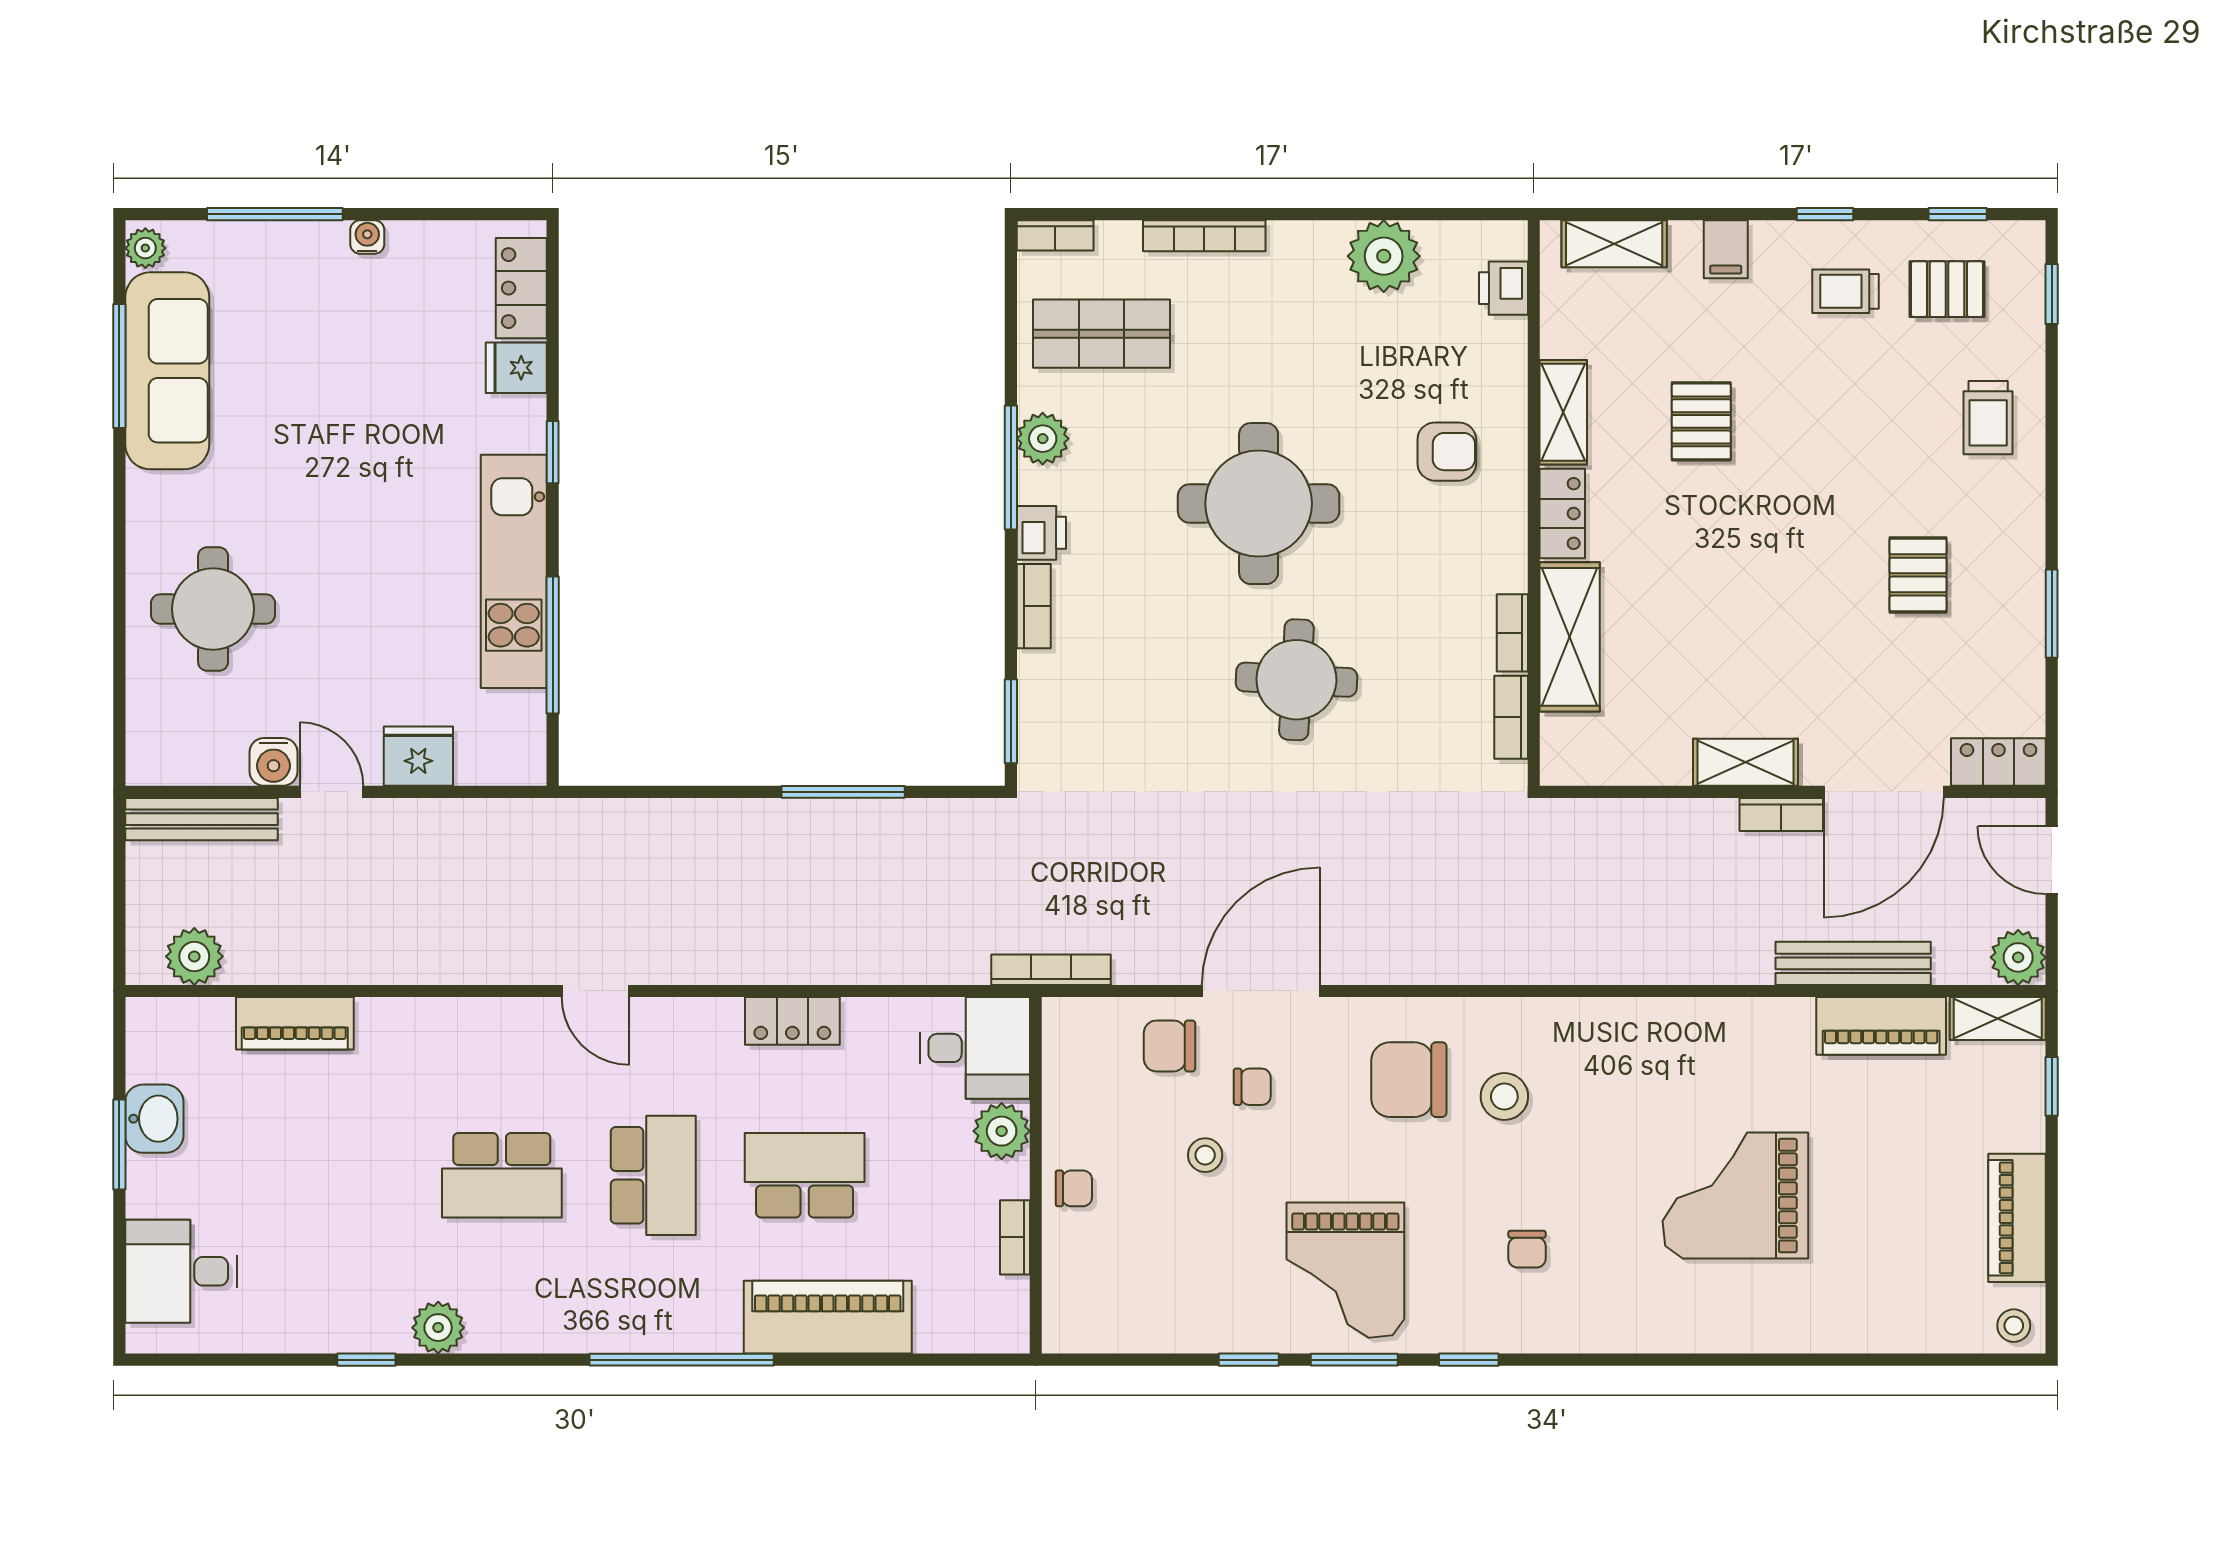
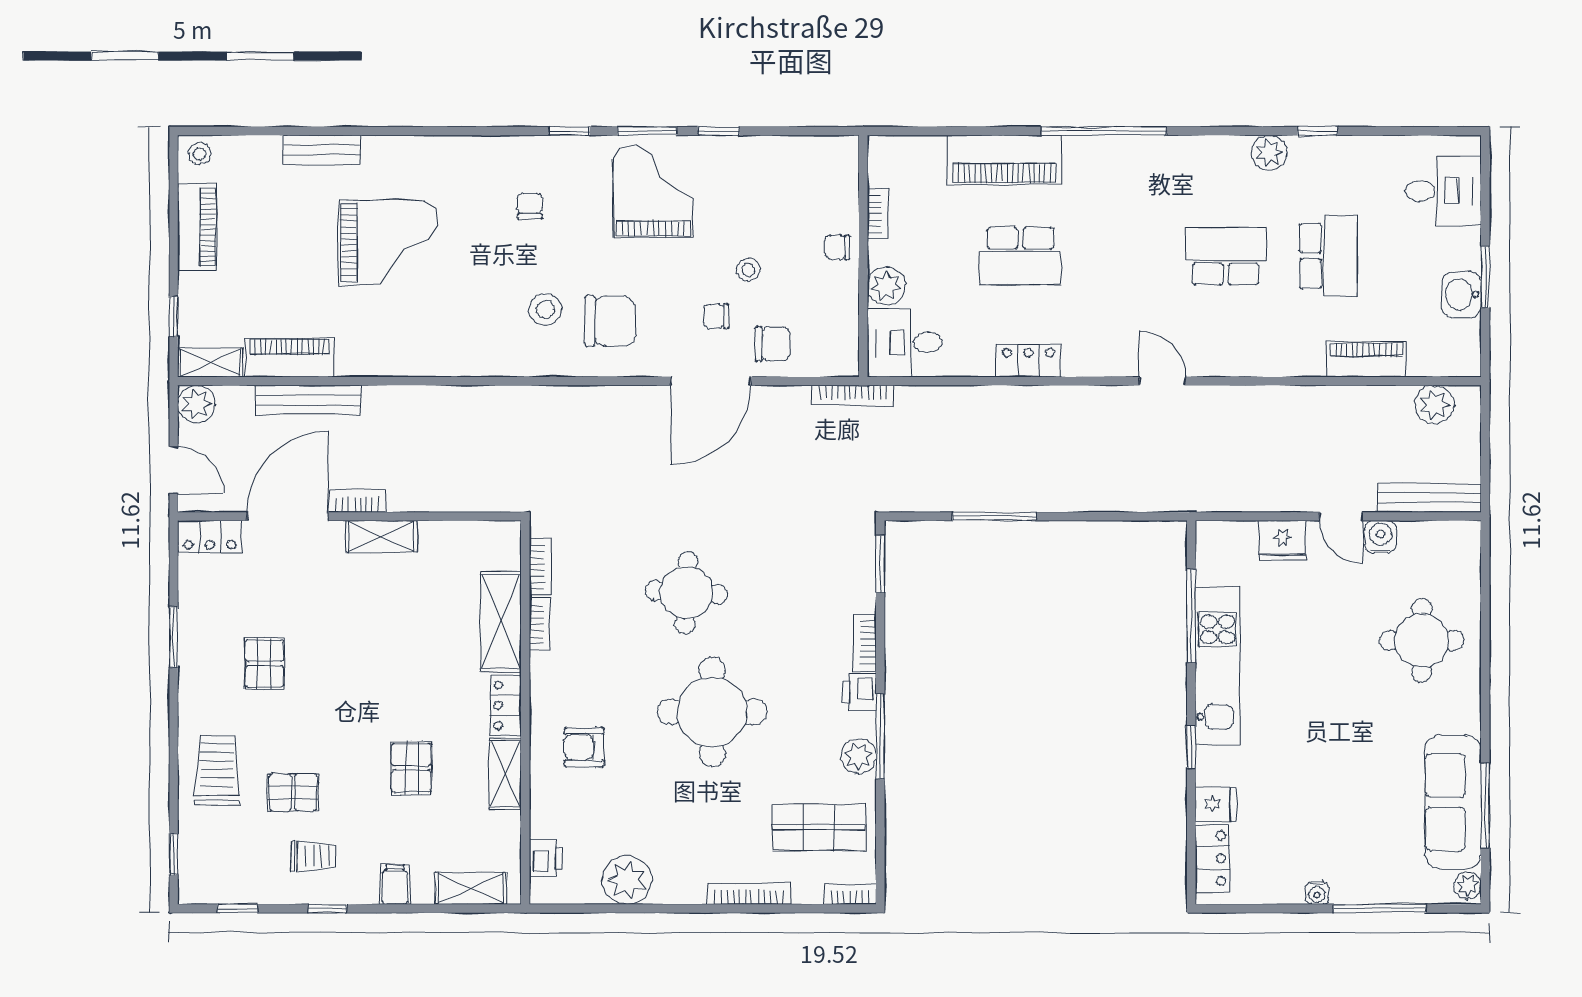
pallet: (1947, 289) -> (293, 792), moved
trolley: (1988, 418) -> (217, 770), width x1.36, depth x1.39
school desk: (653, 1175) -> (1328, 256), moved, turned 180
bench: (1834, 1332) -> (322, 150), added

